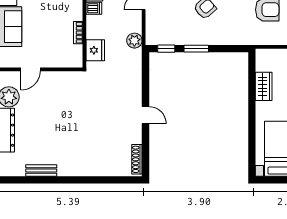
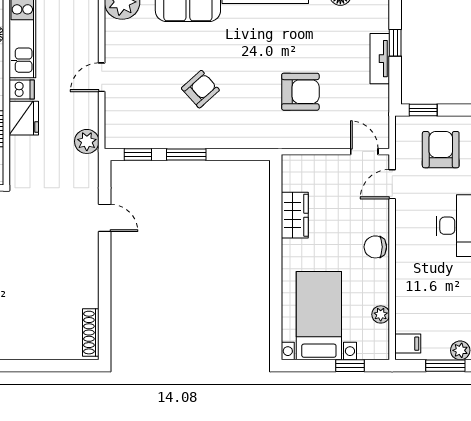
fridge: (95, 50) -> (24, 118), moved
door: (146, 115) -> (105, 218), moved

